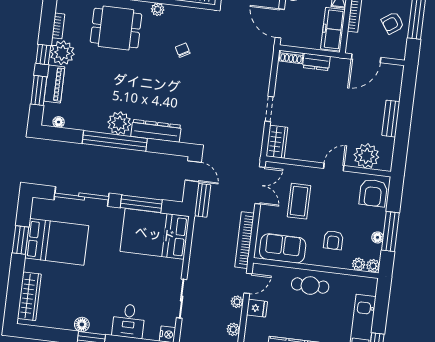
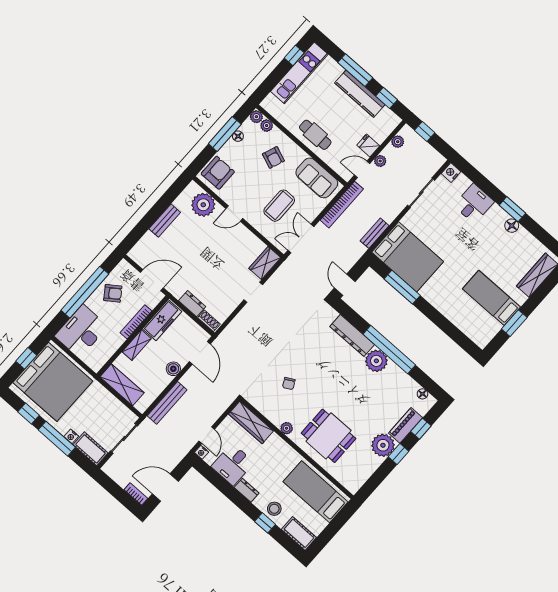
bookcase: (58, 26) -> (372, 468), removed
window: (39, 90) -> (421, 429), width x0.67
sliding door: (82, 196) -> (444, 324), removed
bench: (202, 200) -> (375, 233), moved
armchair: (333, 240) -> (273, 157), turned 111
bed: (57, 242) -> (491, 298), width x0.67

